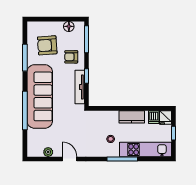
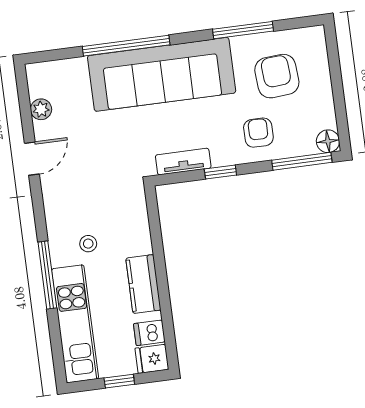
floor lamp: (69, 26) -> (328, 141), moved
tv unit: (80, 87) -> (183, 162), width x0.71

